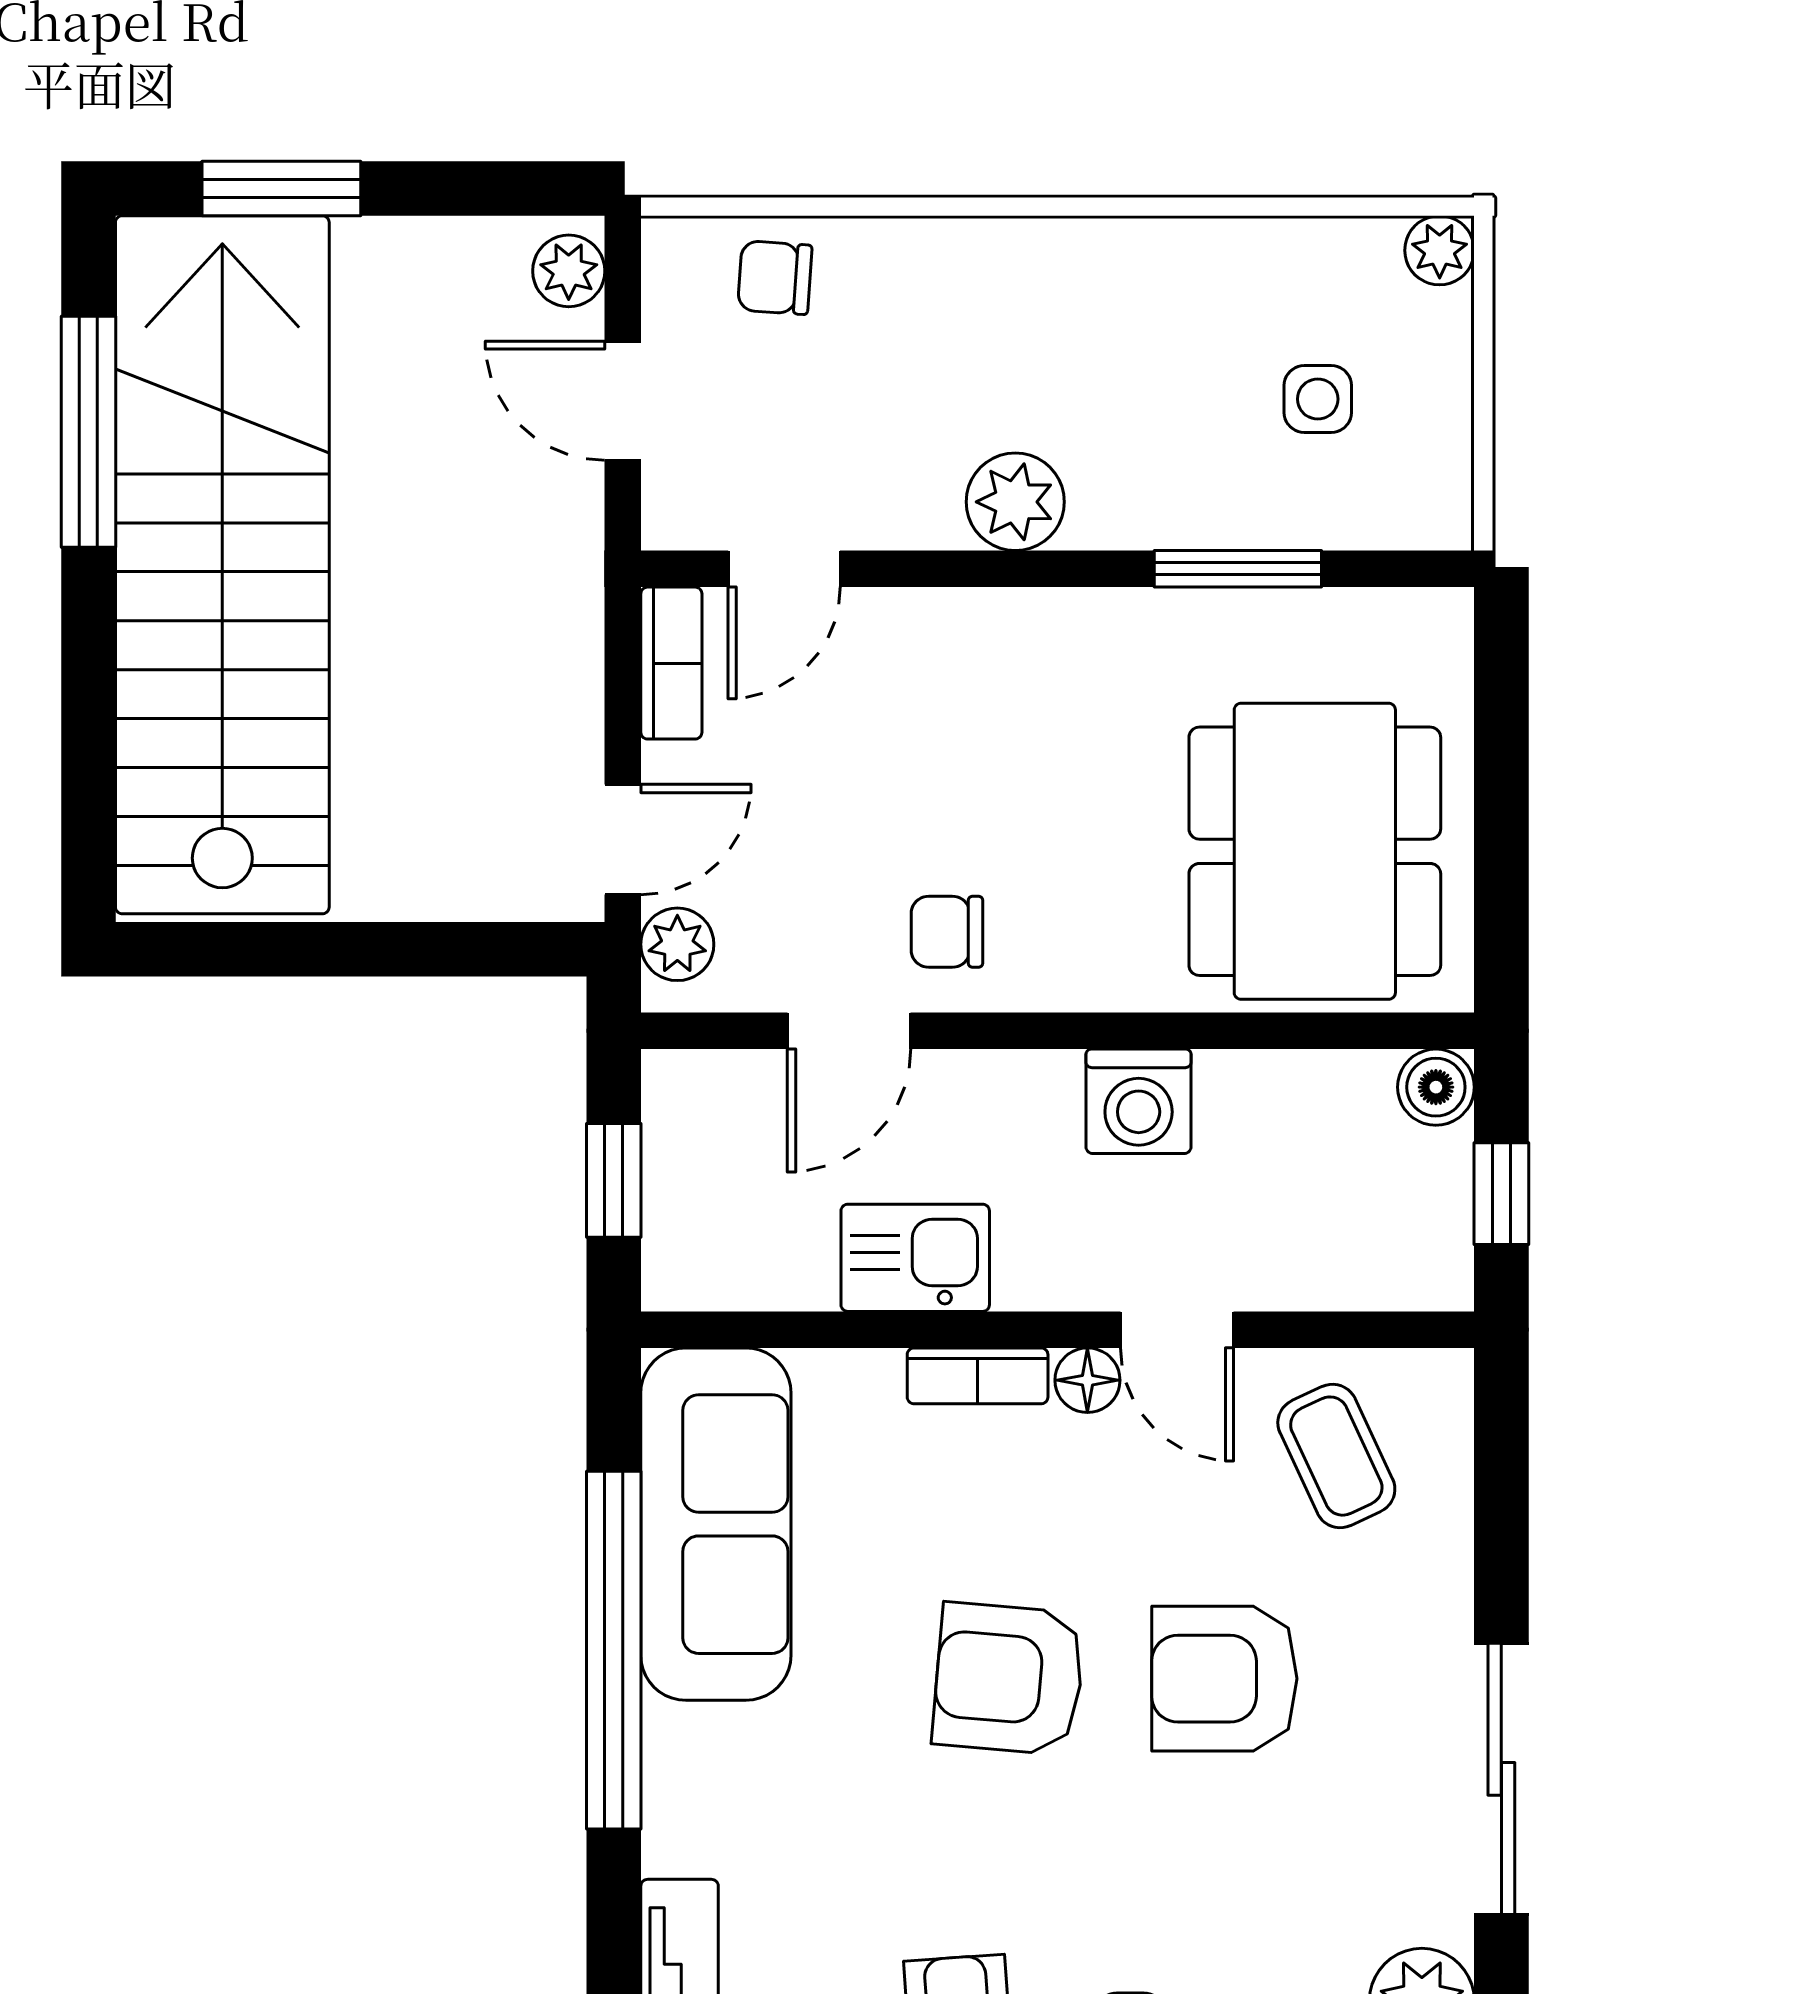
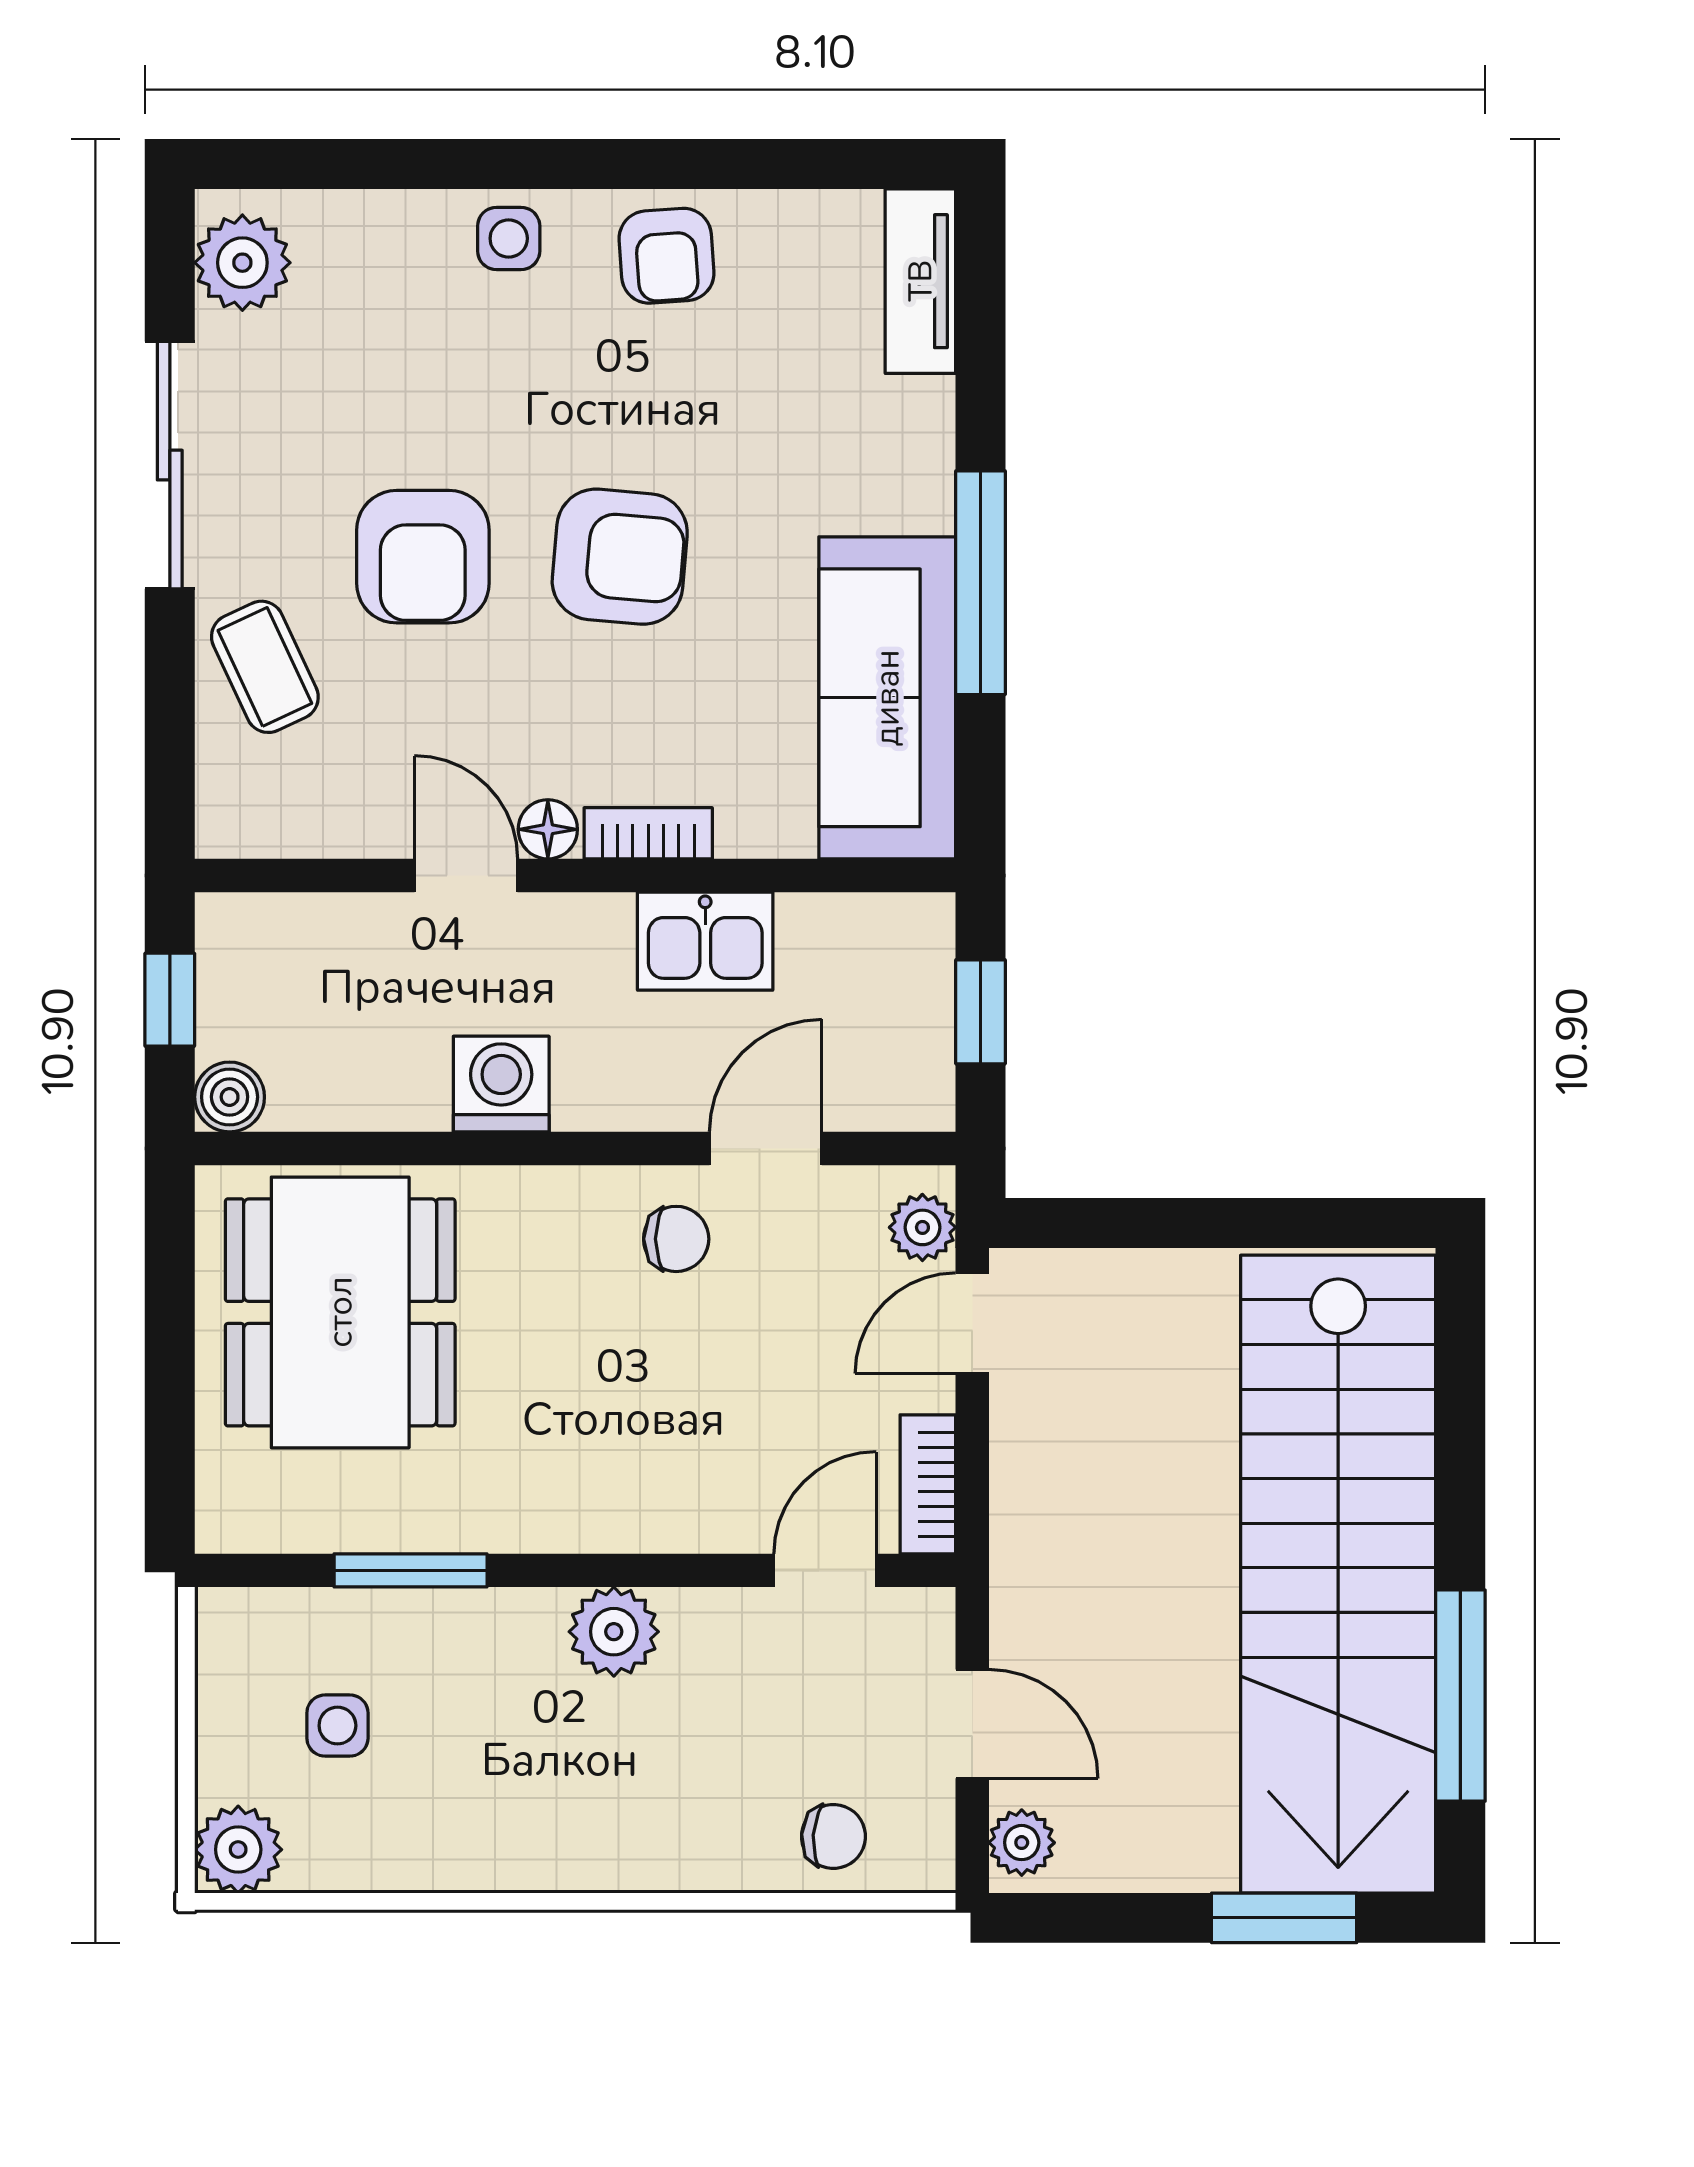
plant: (1440, 250) -> (238, 1850), width x1.38, depth x1.38
coffee table: (1336, 1456) -> (265, 667), moved
window: (614, 1650) -> (981, 583), width x0.68
armchair: (1224, 1679) -> (423, 557), turned 90

